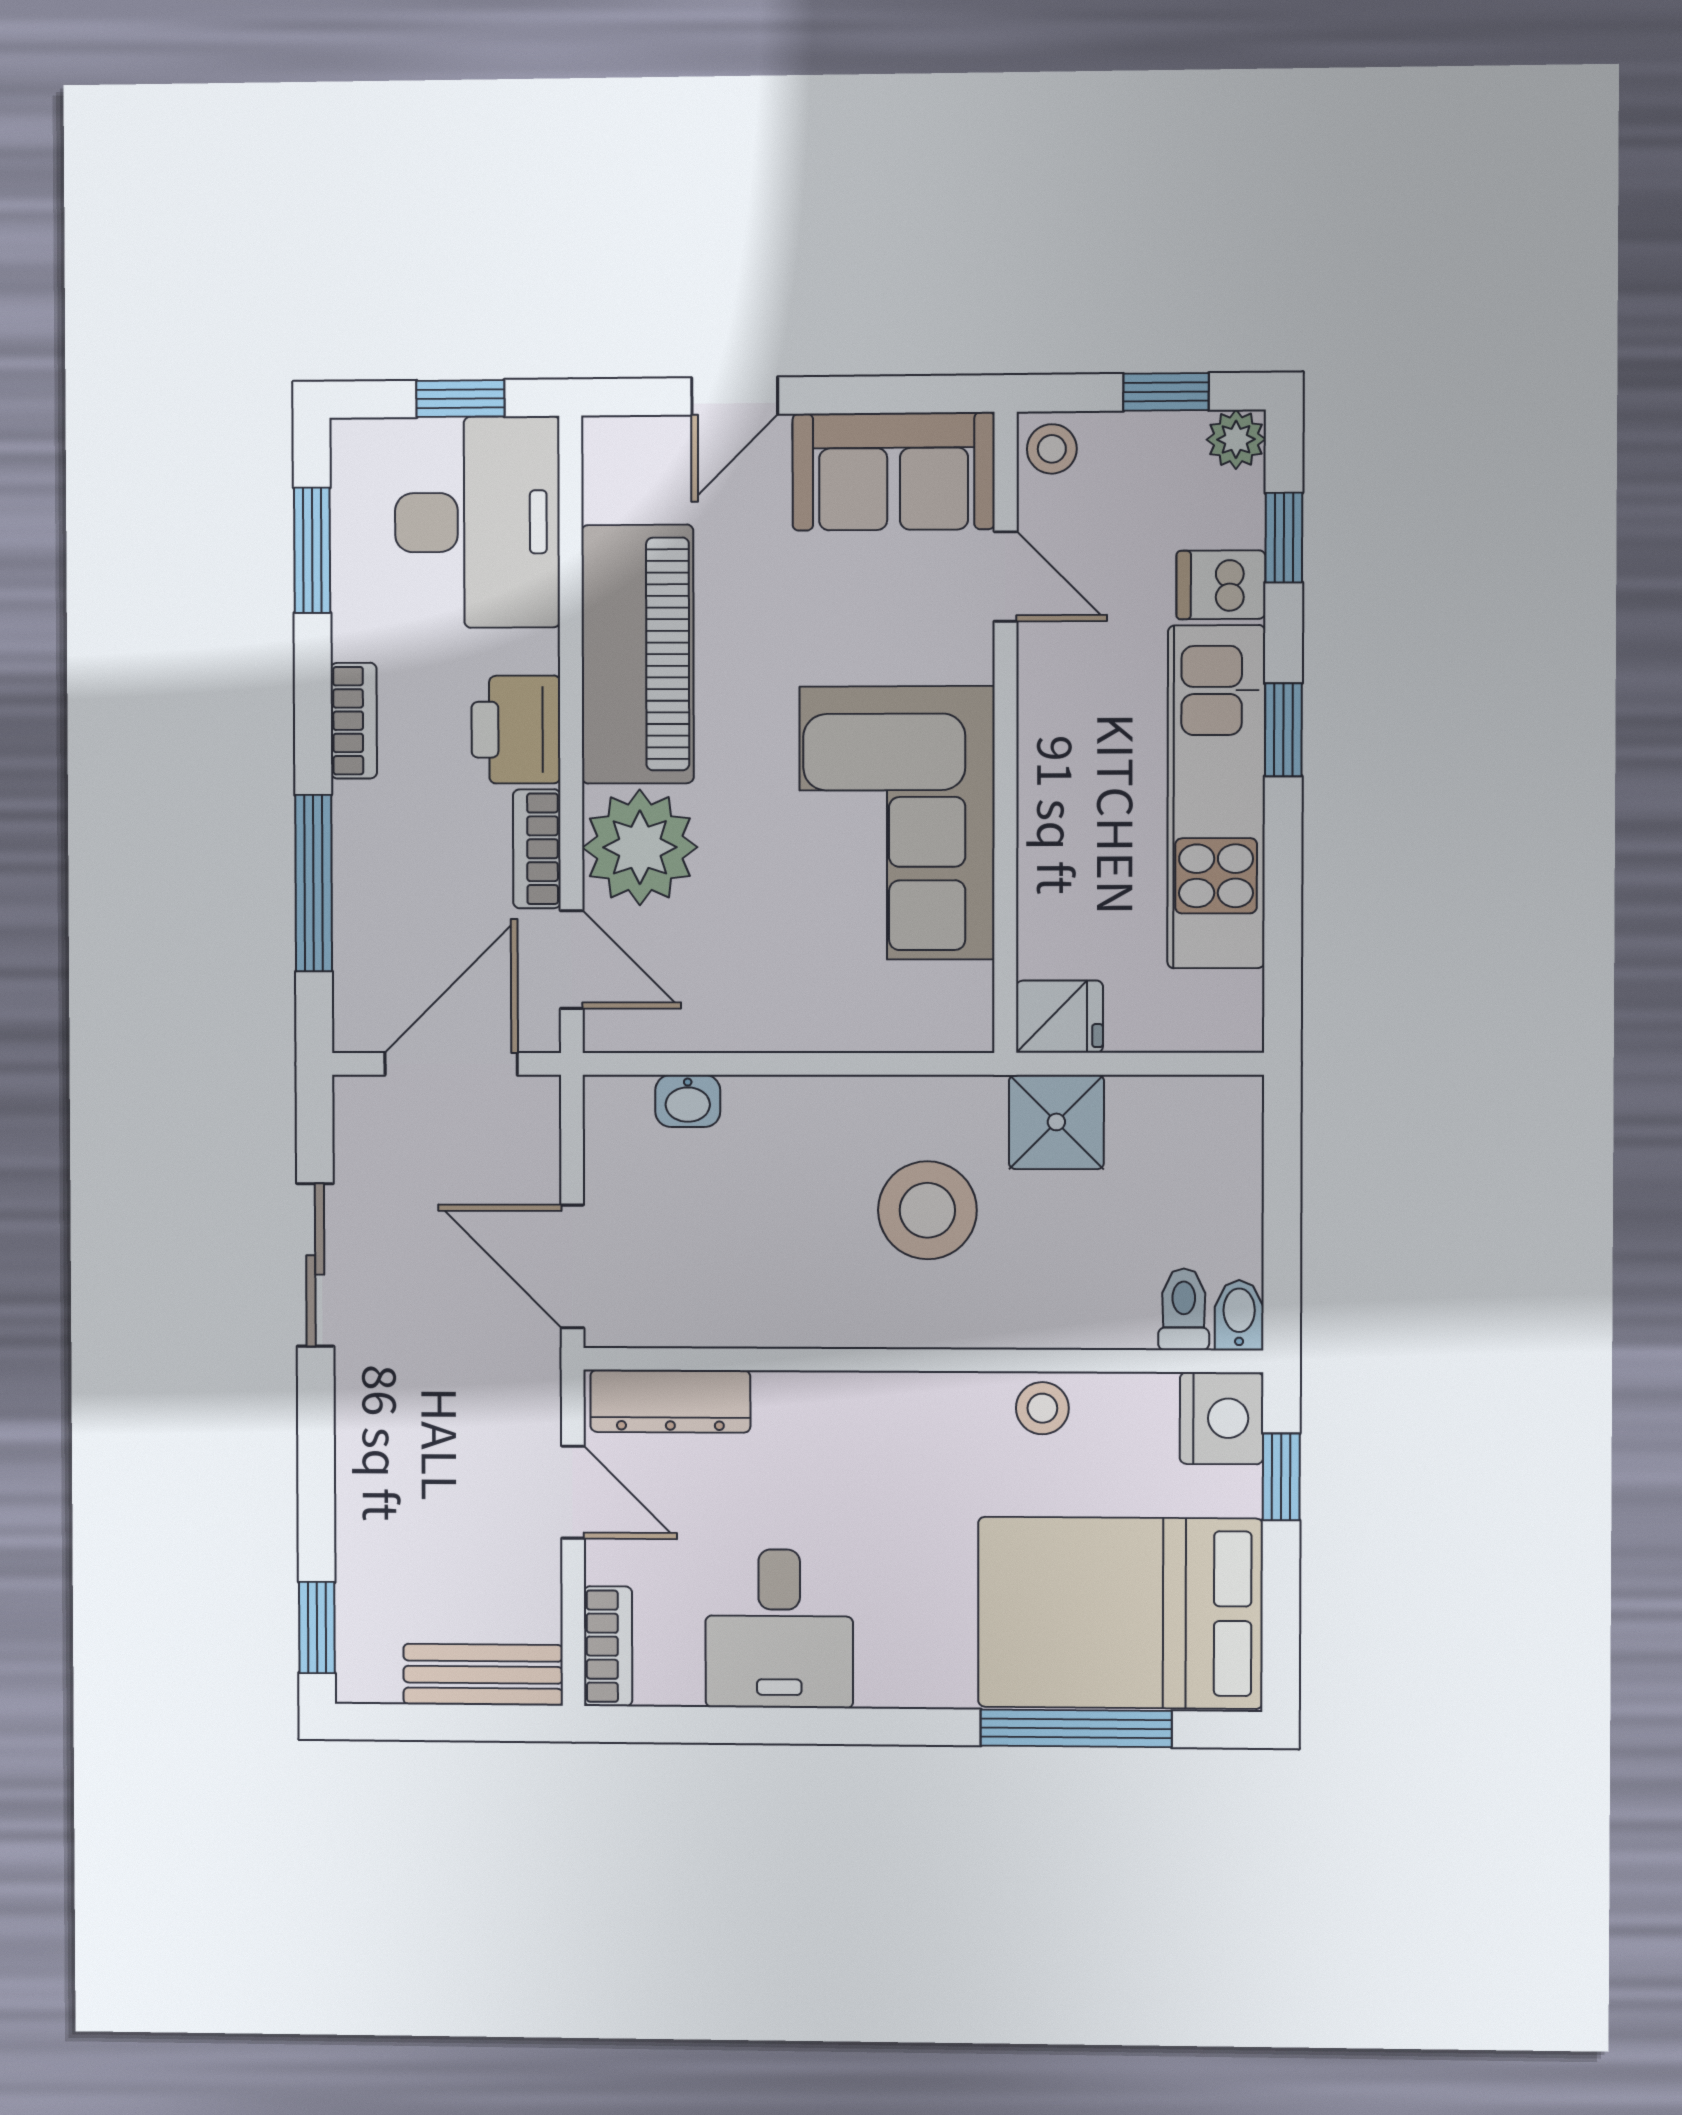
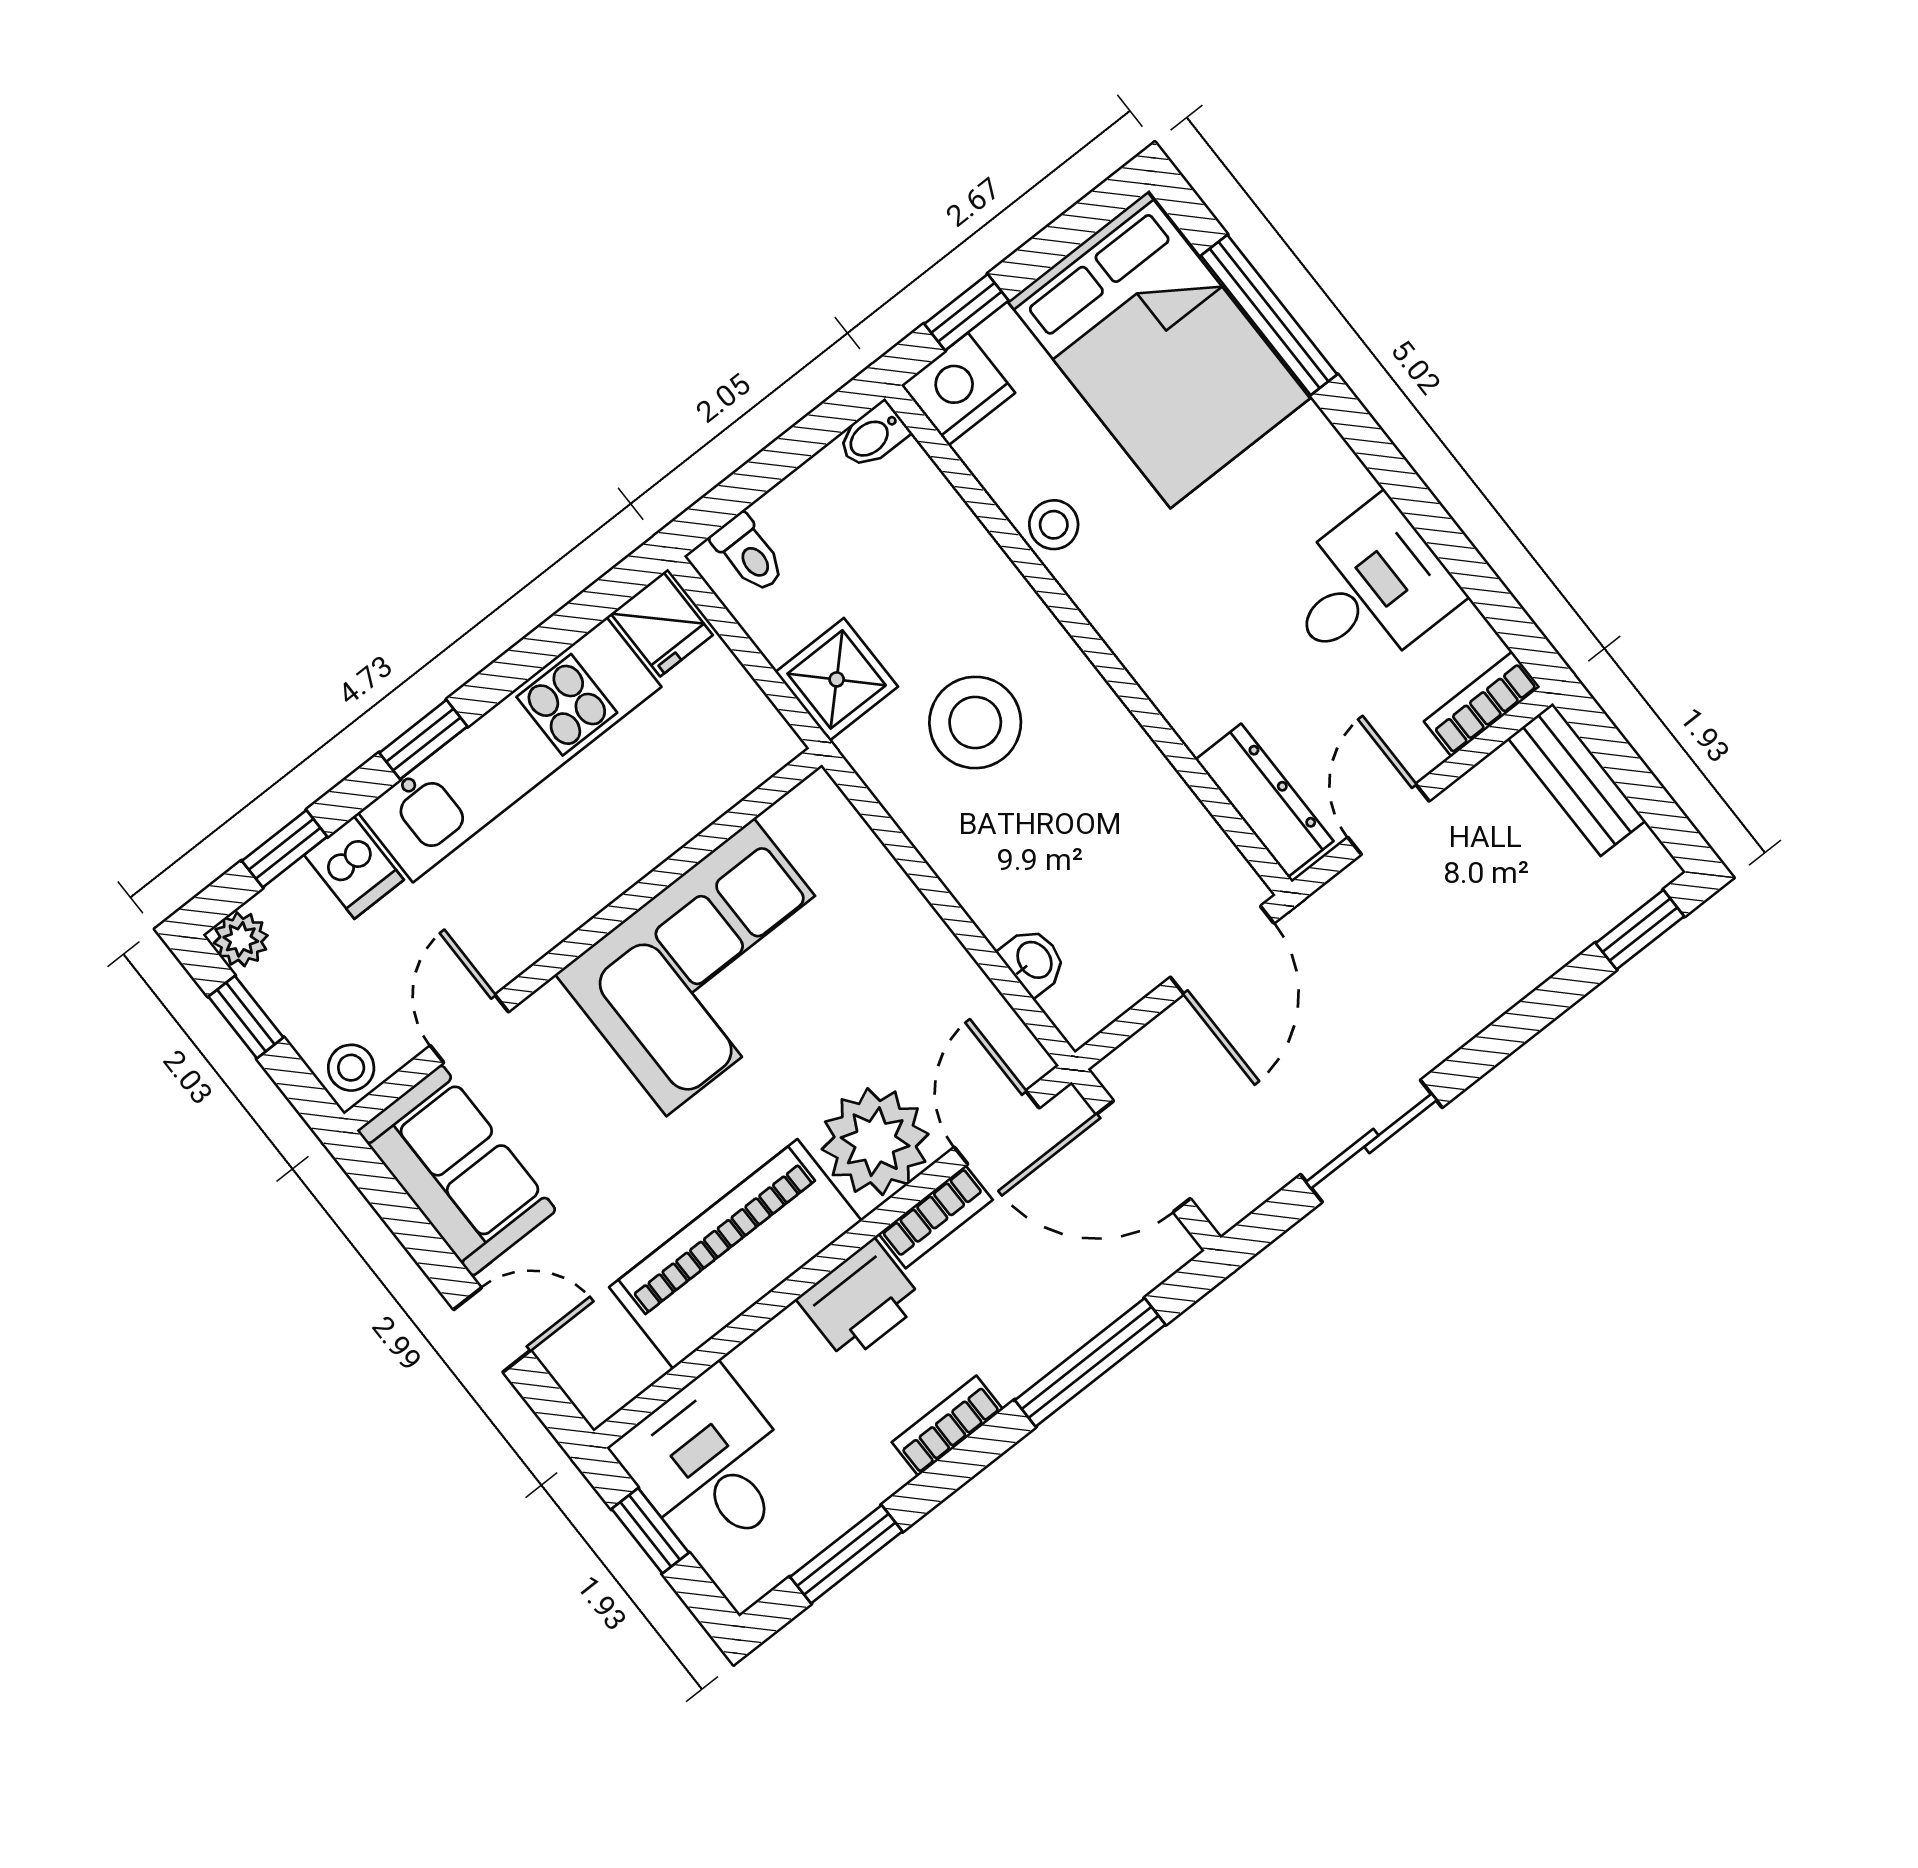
desk: (477, 522) -> (710, 1464), width x0.73
fridge: (1059, 1017) -> (662, 624), moved, turned 180
toilet: (1184, 1309) -> (749, 553), moved, turned -90

